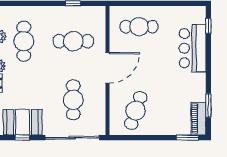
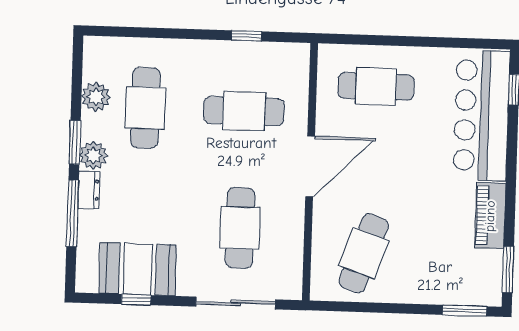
bar counter: (193, 48) -> (482, 115), width x1.36
window: (208, 106) -> (508, 269), moved
piano: (199, 119) -> (490, 216), moved
sliding door: (72, 138) -> (236, 303), width x0.73

